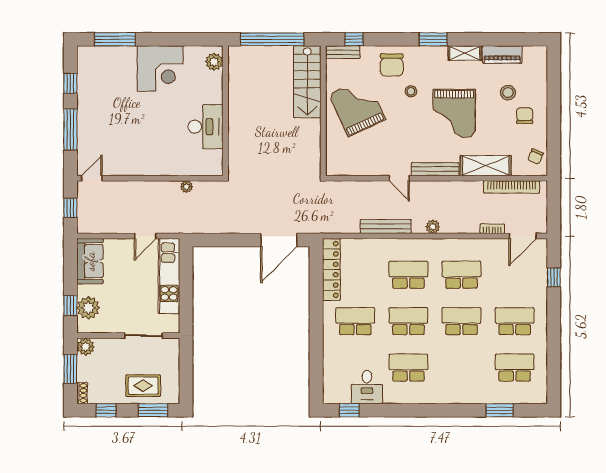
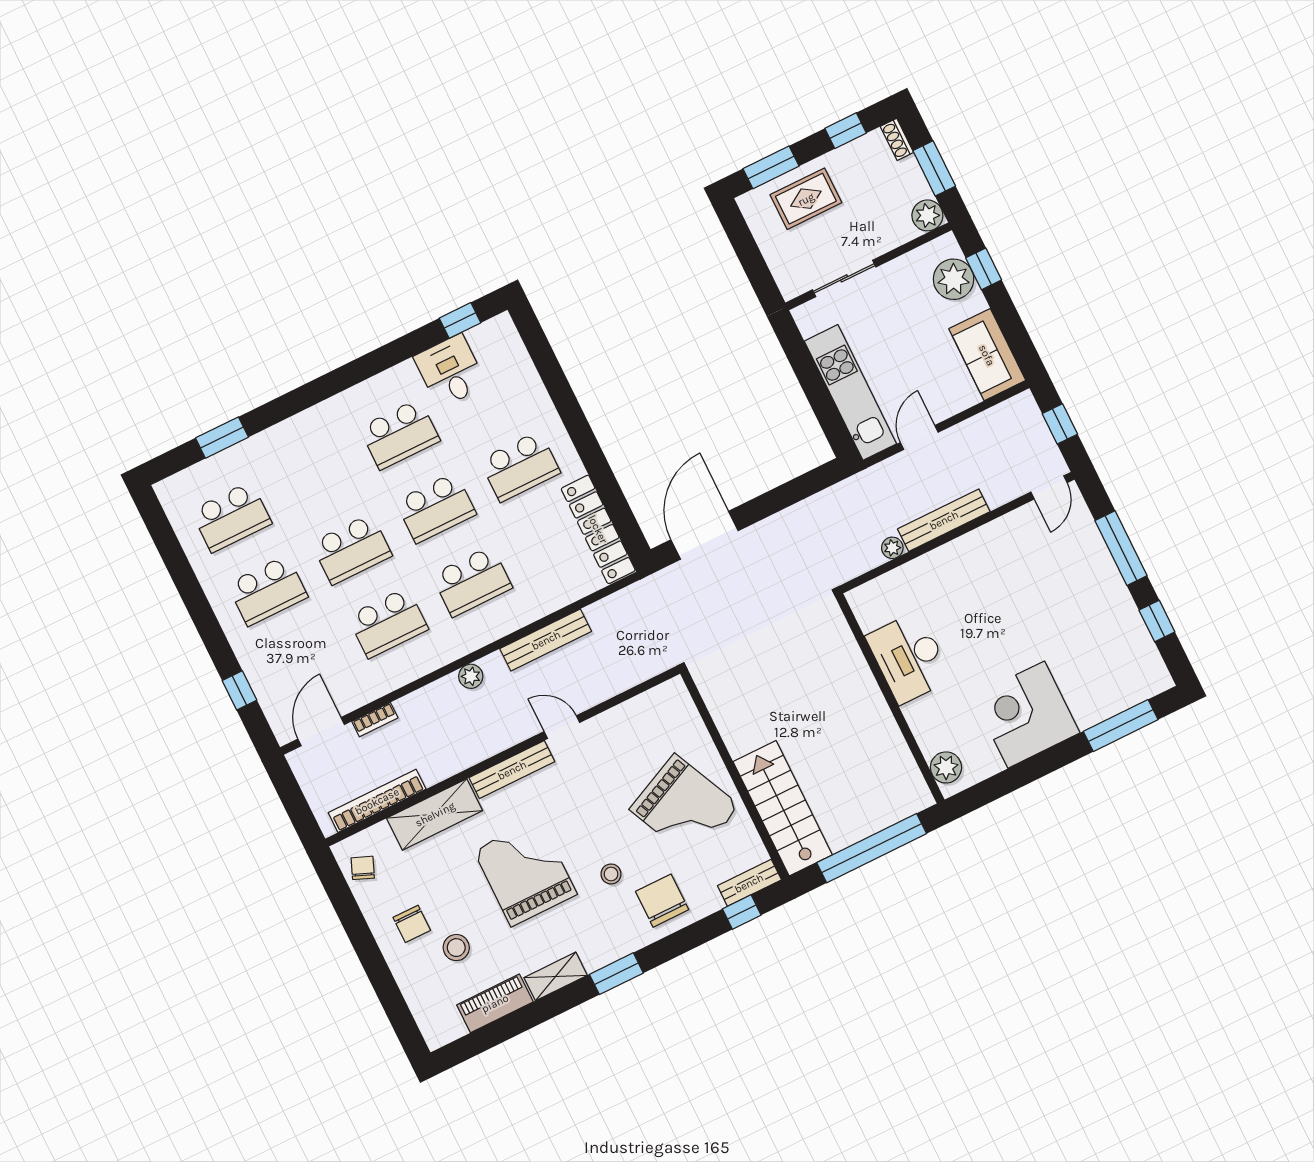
bench: (153, 188) -> (944, 520), added

